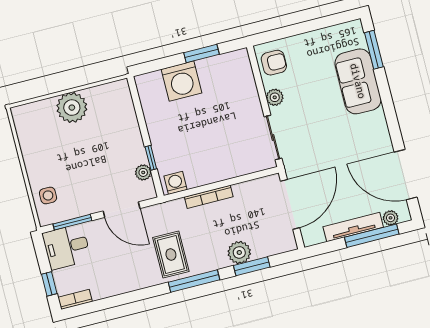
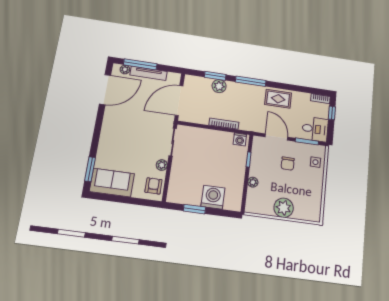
armchair: (274, 63) -> (153, 186), turned 90
sofa: (358, 81) -> (112, 183), moved, turned -90
plant: (143, 172) -> (253, 182), moved
door: (406, 175) -> (105, 90), hinge flipped
chair: (90, 176) -> (288, 164), added
rug: (171, 254) -> (278, 99), moved, turned 90

